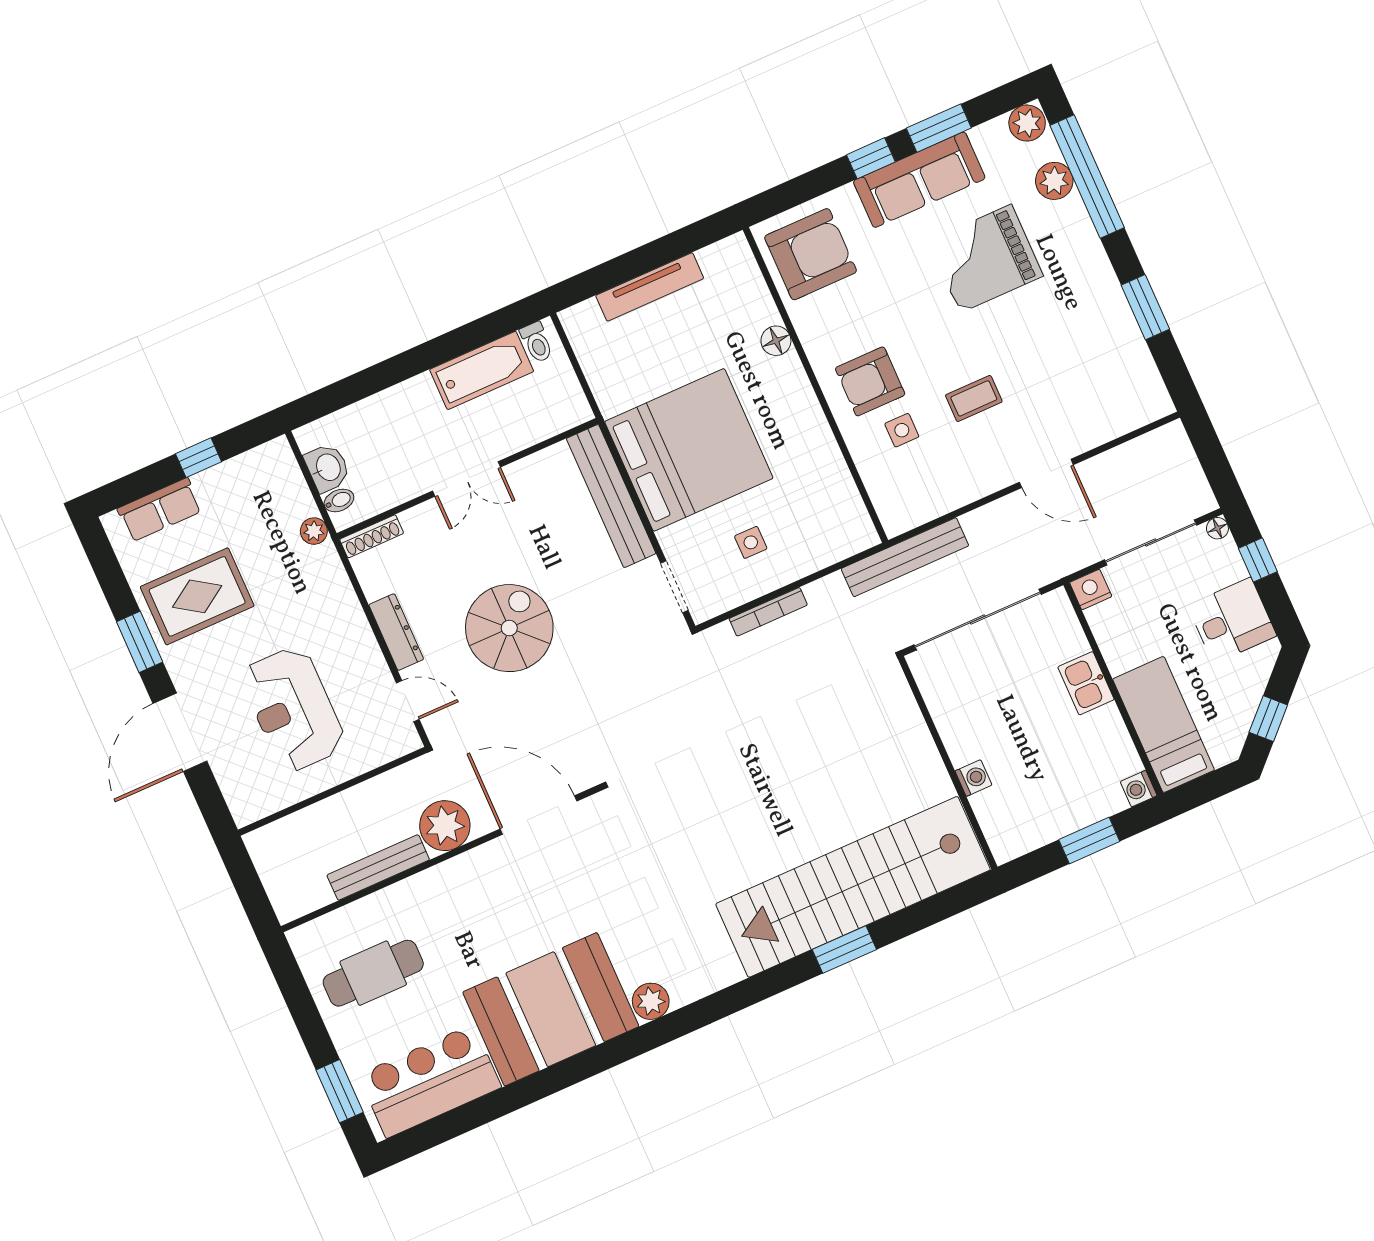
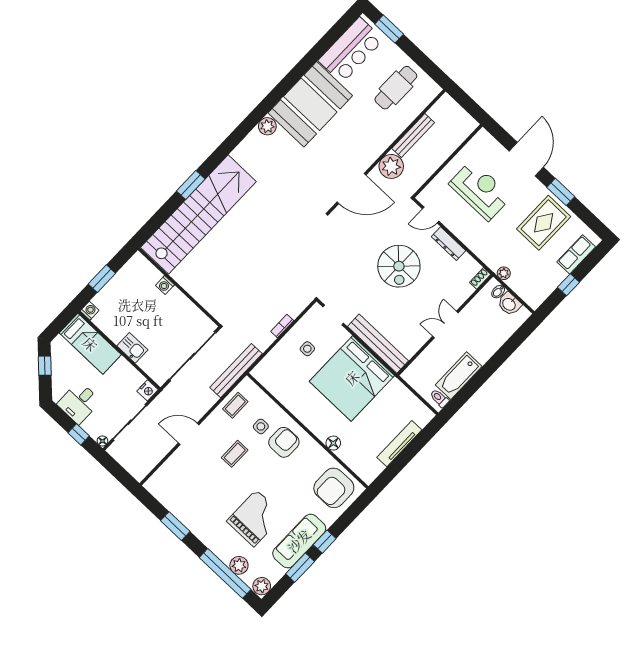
coffee table: (934, 491) -> (235, 405), added
shoe rack: (372, 536) -> (480, 278), width x0.70
bookcase: (768, 612) -> (282, 326), width x0.64

